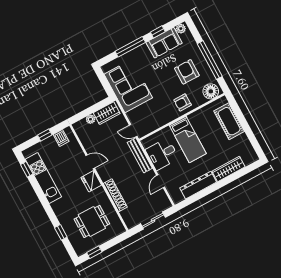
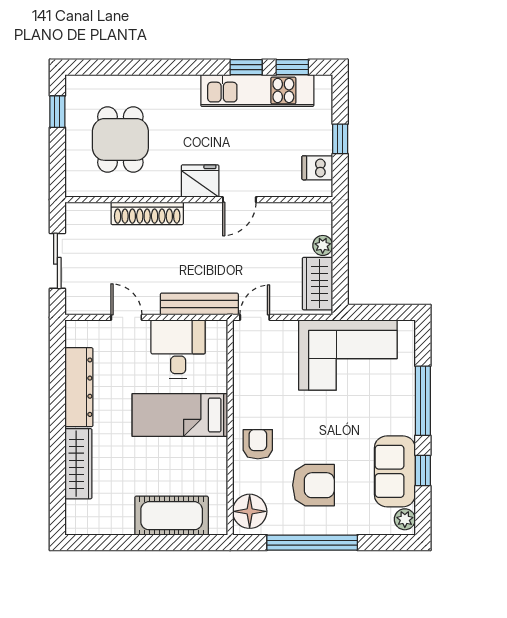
window: (61, 232) -> (246, 67), moved

